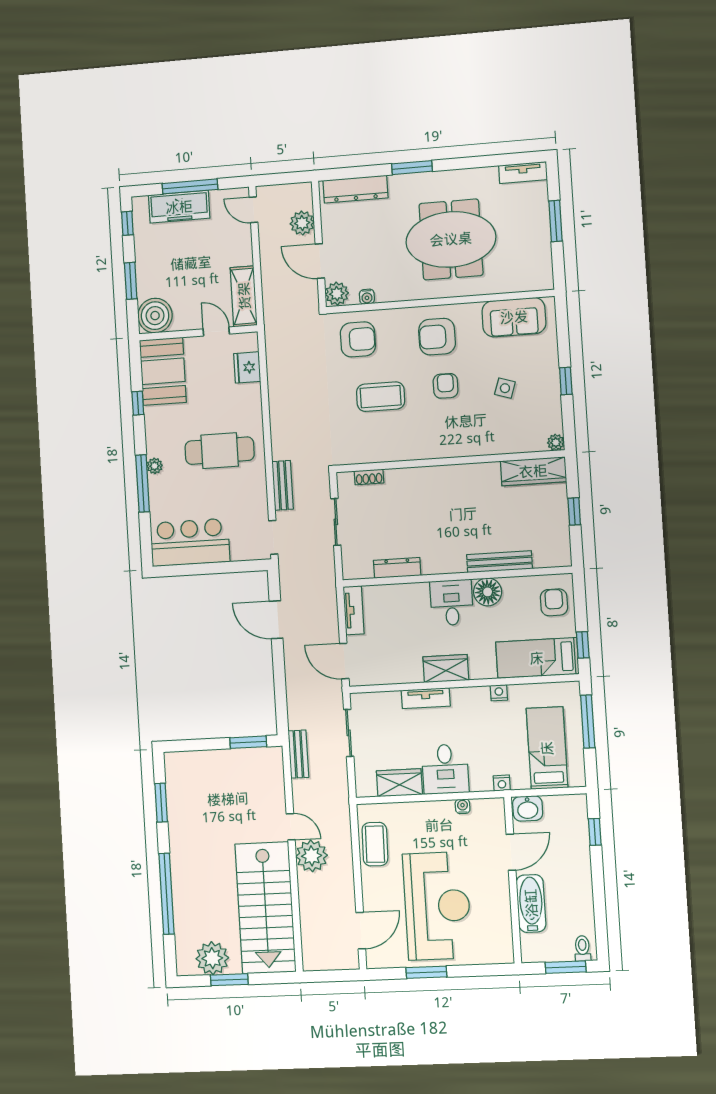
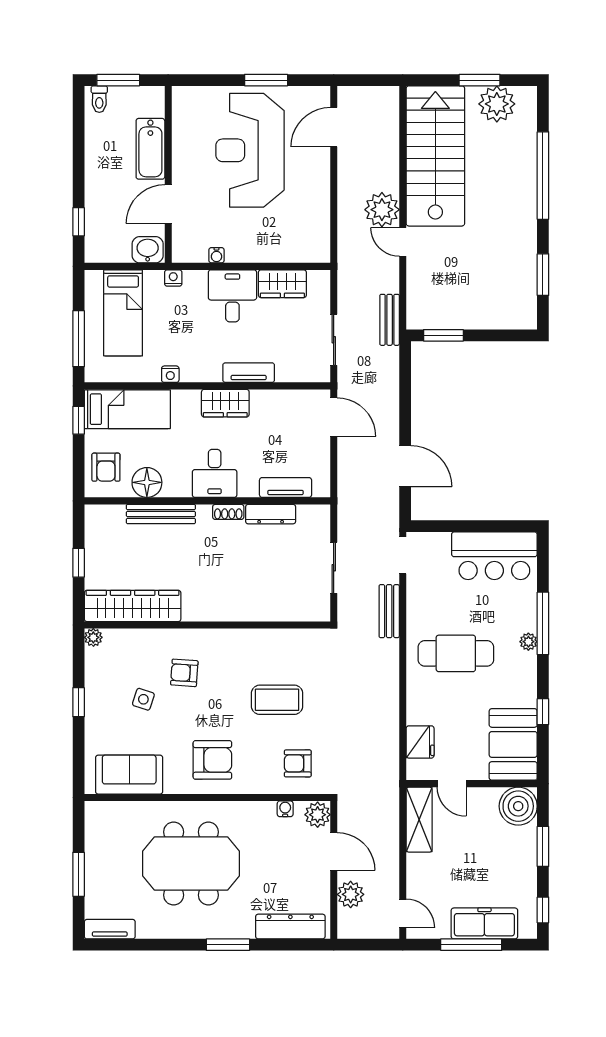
armchair: (358, 339) -> (298, 763), width x0.72, depth x0.72
armchair: (446, 386) -> (184, 673), moved, turned 94
wardrobe: (533, 471) -> (133, 606), width x1.40, depth x1.17
shoe rack: (369, 477) -> (228, 512), moved, turned 180
floor lamp: (488, 592) -> (147, 482), moved
tv unit: (354, 610) -> (286, 487), moved, turned 90
coffee table: (375, 844) -> (313, 219), removed

